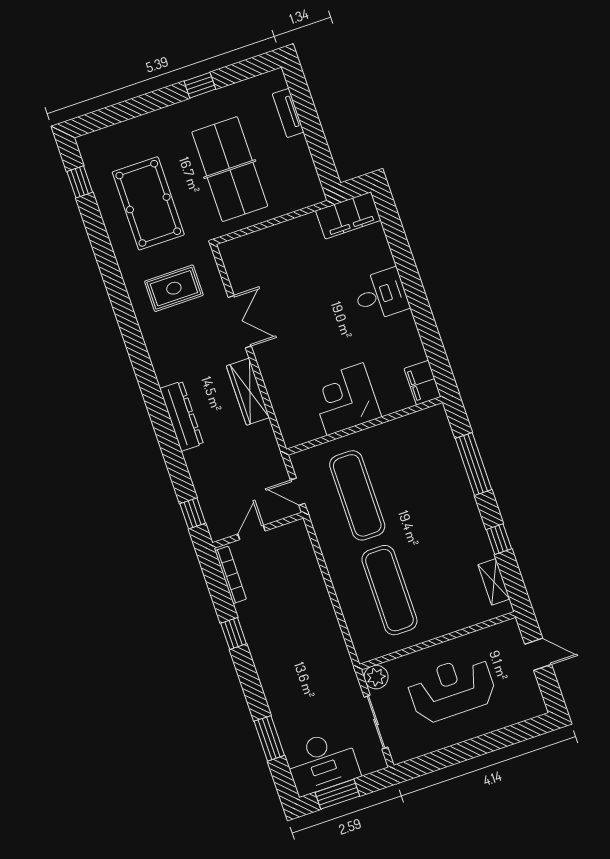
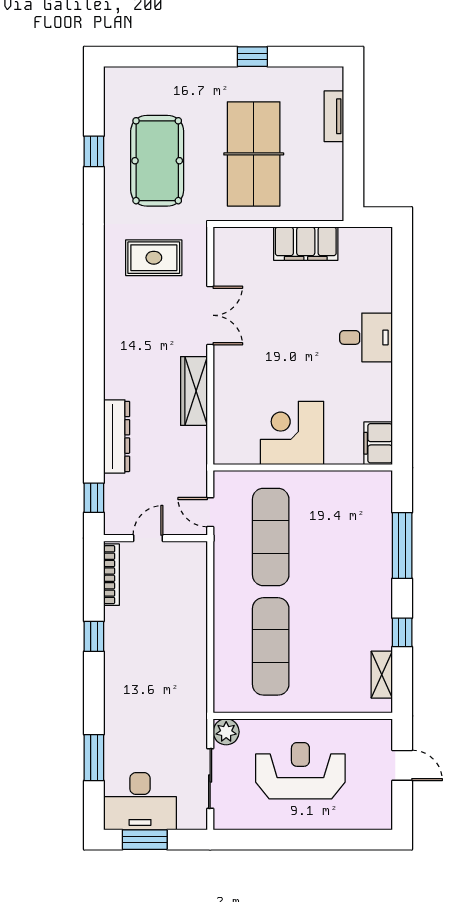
window: (80, 182) -> (94, 151), moved
filing cabinet: (348, 215) -> (306, 244), moved
dresser: (182, 416) -> (117, 436), moved

